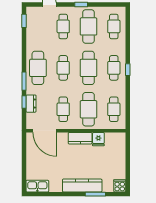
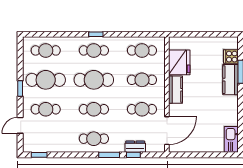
cafe table: (38, 68) -> (94, 139), width x0.73, depth x0.74
cafe table: (89, 109) -> (142, 80), width x0.73, depth x0.74
fridge: (98, 139) -> (179, 62), width x1.88, depth x1.34
kitchen counter: (82, 185) -> (231, 80), width x0.67
cooker: (120, 186) -> (231, 57), moved

